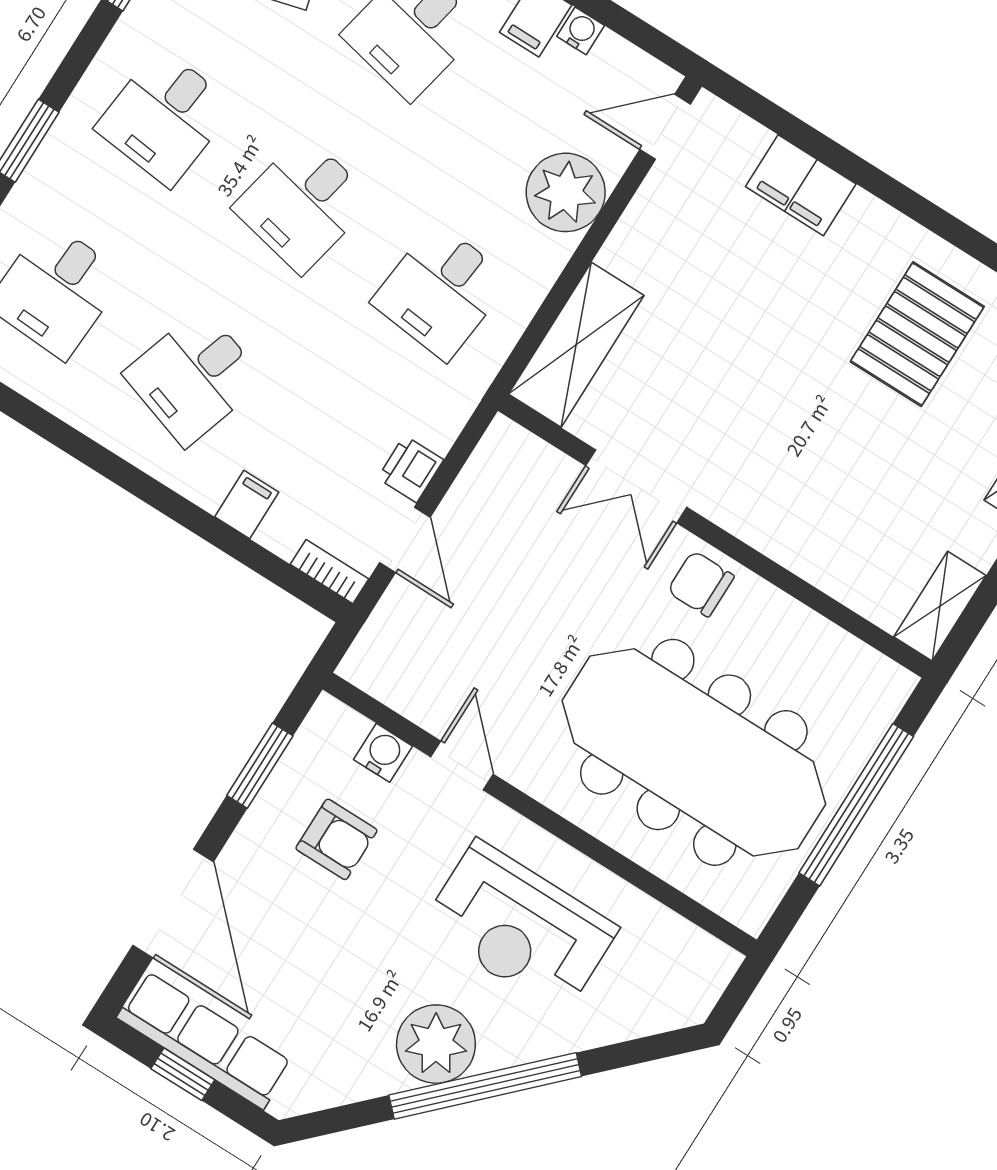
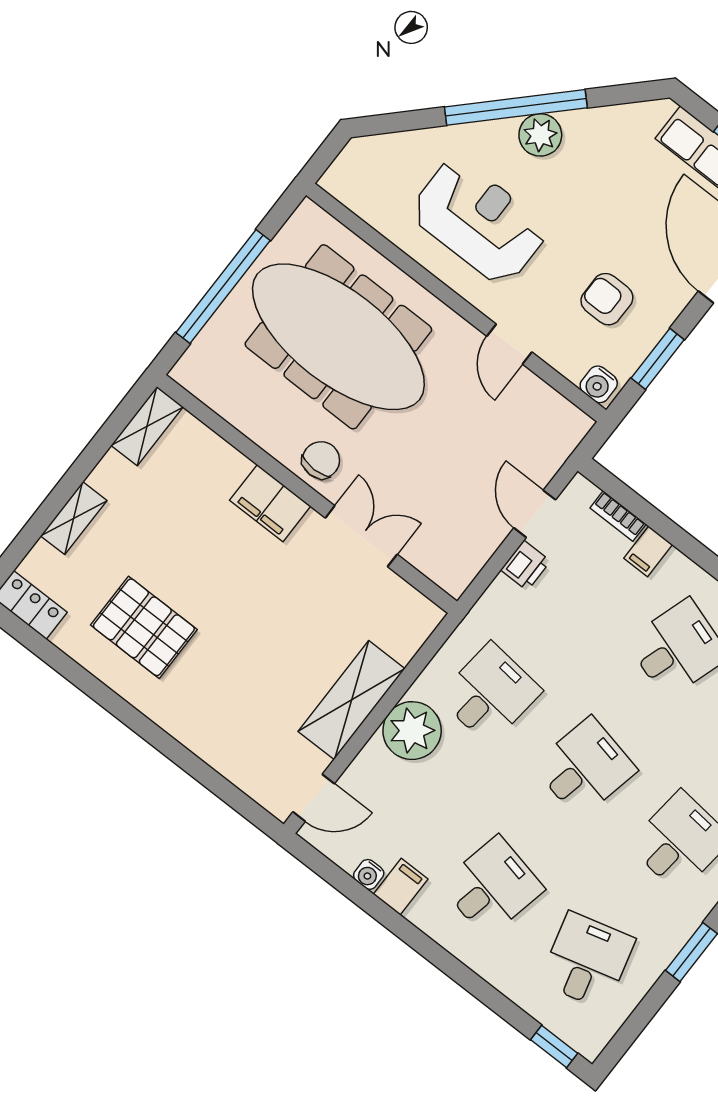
filing cabinet: (801, 185) -> (270, 503), moved, turned 180
plant: (566, 192) -> (412, 731), moved
pallet: (917, 334) -> (144, 627), turned 90
shelving: (576, 345) -> (351, 700), moved
bookcase: (330, 572) -> (618, 516), moved
chair: (701, 584) -> (321, 460), turned -90
water cooler: (383, 753) -> (599, 384), moved
plant: (436, 1044) -> (540, 135), width x0.73, depth x0.73

